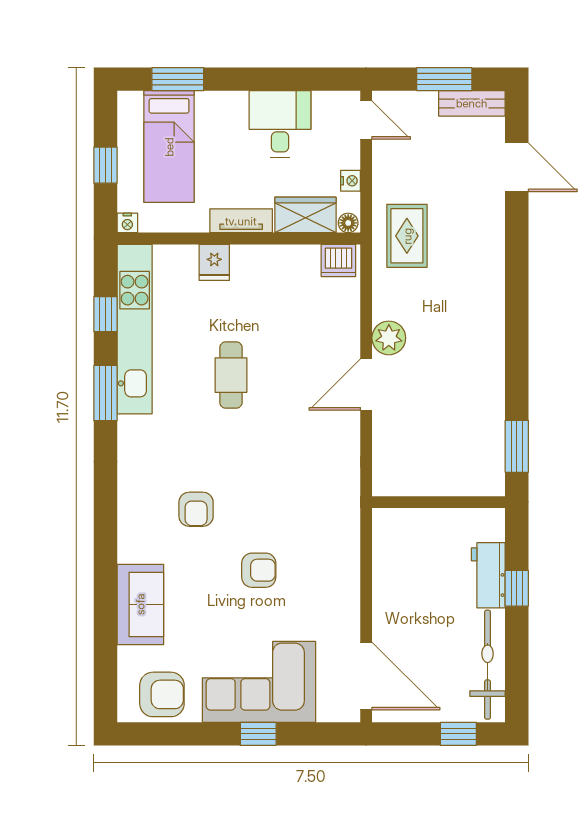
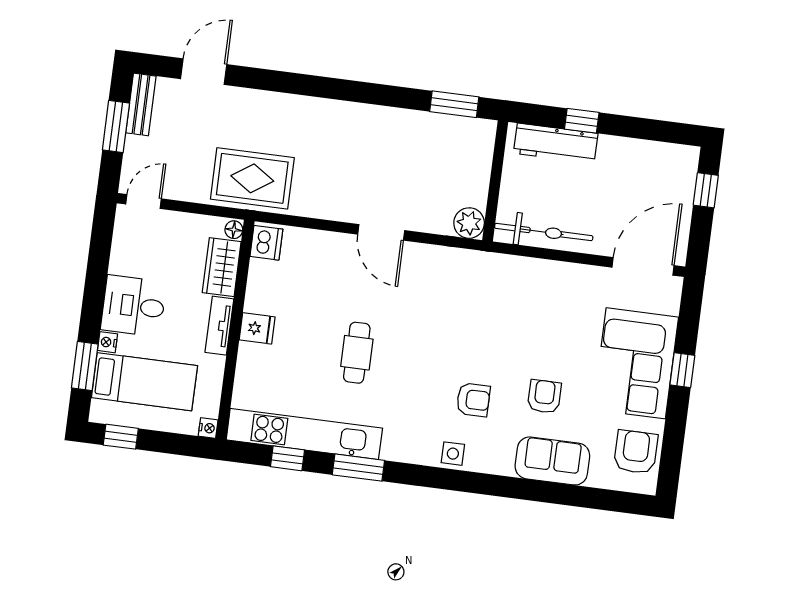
desk: (280, 124) -> (134, 306), moved
window: (105, 165) -> (121, 437), moved
nightstand: (351, 181) -> (107, 342), moved, turned -90
rug: (407, 236) -> (252, 178), width x1.36, depth x1.43
fridge: (214, 262) -> (257, 328), moved
plant: (389, 338) -> (469, 223), moved
cafe table: (231, 375) -> (357, 353), turned 90
side table: (134, 495) -> (453, 454), added
armchair: (259, 570) -> (544, 397), moved
workbench: (488, 575) -> (556, 143), width x1.38
bicycle: (488, 665) -> (544, 232), moved, turned 180

